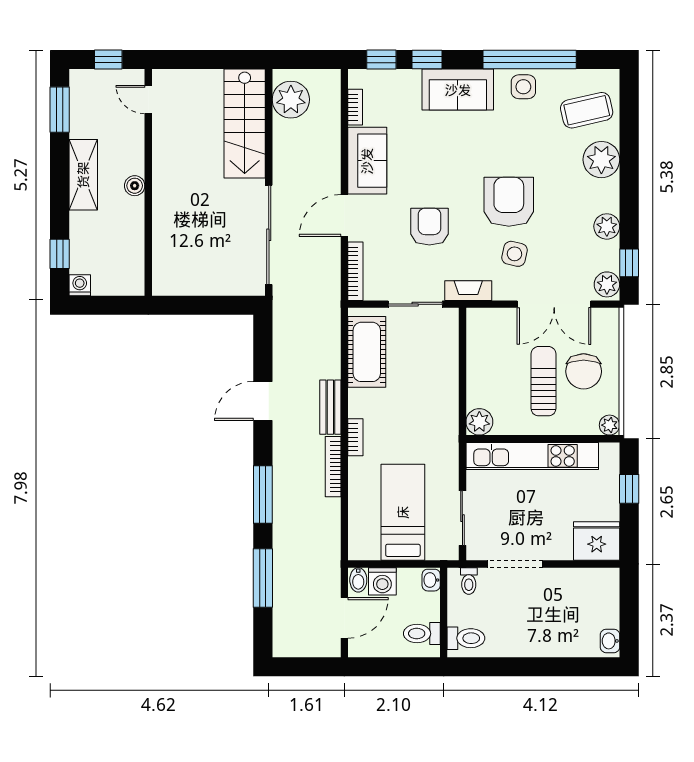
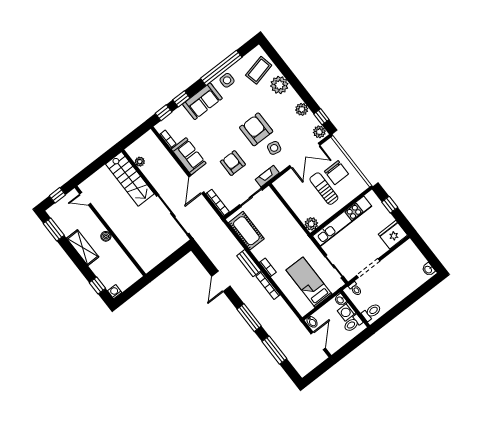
plant: (291, 100) -> (140, 162), width x0.53, depth x0.53
plant: (609, 425) -> (363, 186), removed
washing machine: (382, 581) -> (347, 312), moved, turned 90

